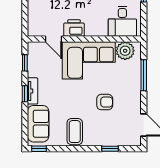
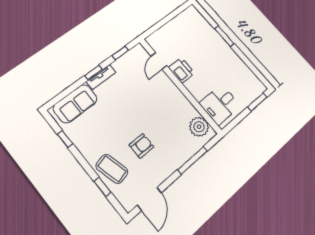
corner sofa: (89, 60) -> (166, 103), removed
armchair: (105, 102) -> (141, 146), turned -90
coffee table: (75, 132) -> (112, 169), moved, turned 76
window: (39, 149) -> (65, 139), moved

